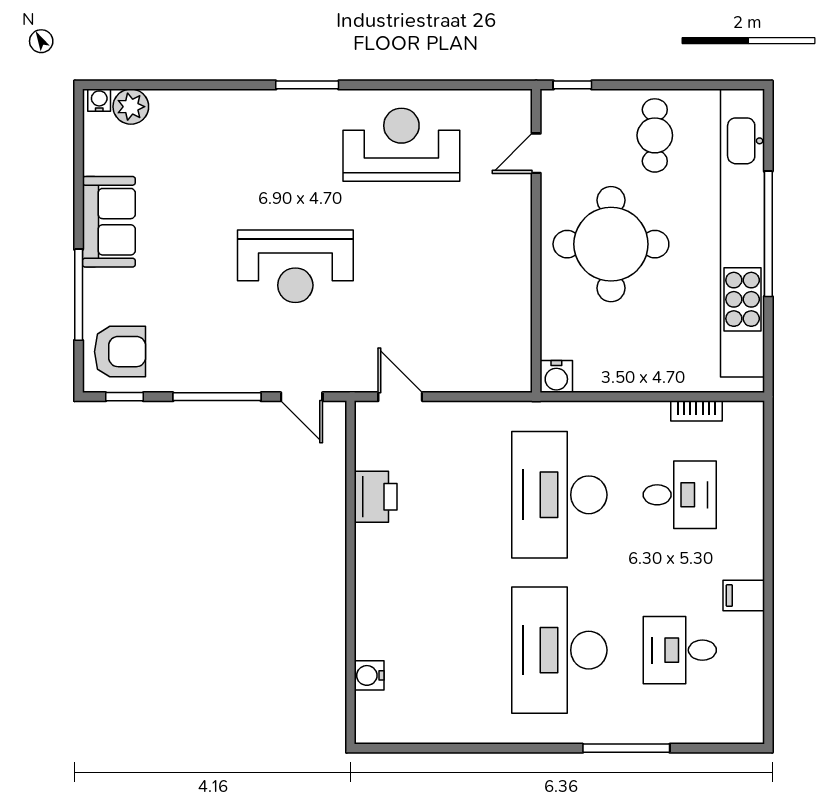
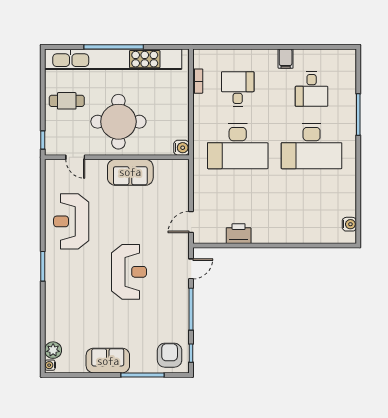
sofa: (505, 269) -> (130, 172), added
water cooler: (369, 675) -> (349, 224), moved, turned -90

